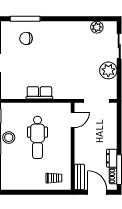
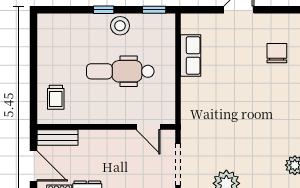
row of seats: (39, 93) -> (191, 55), moved
door: (97, 192) -> (33, 166), hinge flipped

